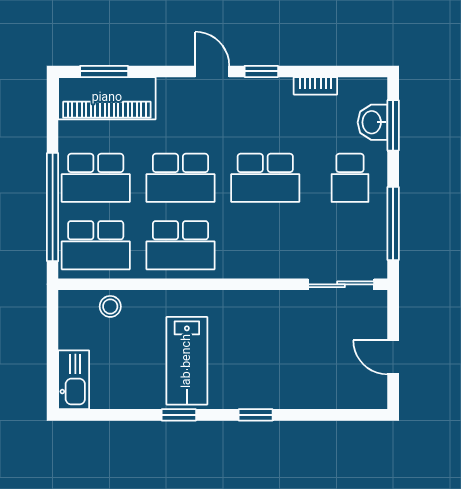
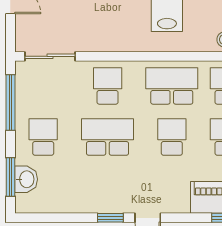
bookcase: (315, 86) -> (69, 207), removed
school desk: (180, 178) -> (172, 137), width x0.54
school desk: (265, 245) -> (108, 86), added

